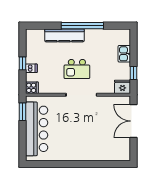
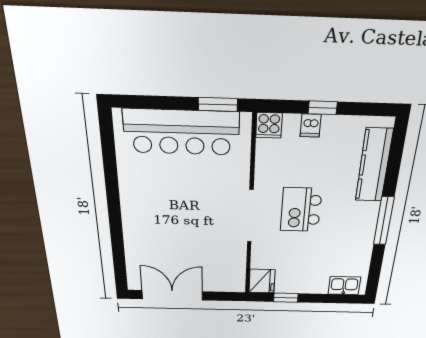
window: (82, 26) -> (384, 221), width x0.68
kitchen counter: (64, 35) -> (374, 165), moved
kitchen sink: (124, 54) -> (344, 286), moved
double door: (134, 121) -> (172, 295), moved

